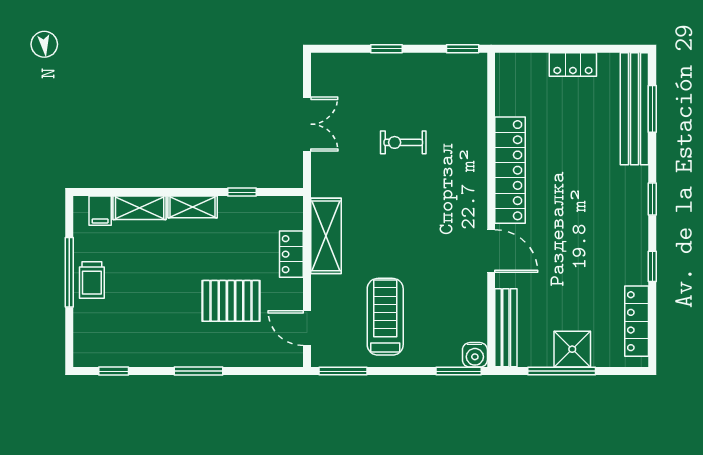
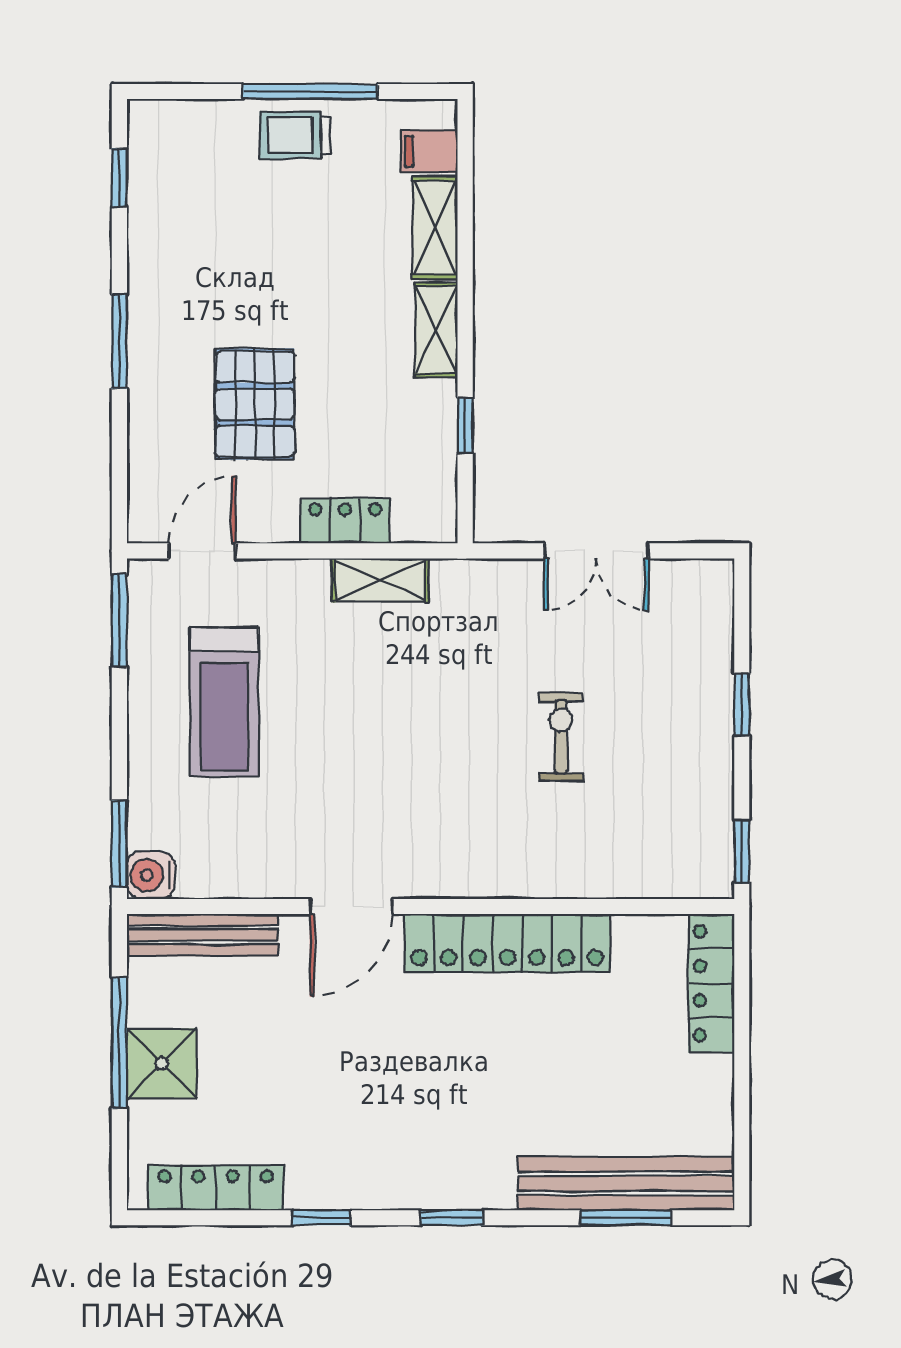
locker: (573, 65) -> (711, 983), moved, width x1.53
shelving: (326, 236) -> (380, 580), width x0.67, depth x0.75
treadmill: (385, 317) -> (224, 702), turned 90

